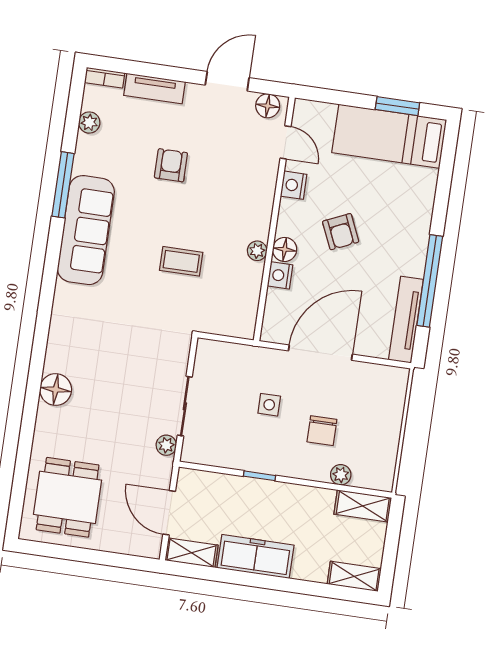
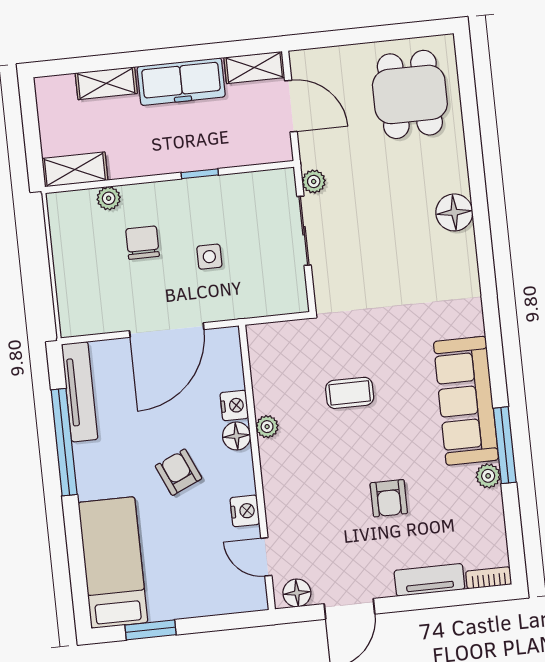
plant: (89, 123) -> (488, 476), moved
bed: (389, 136) -> (113, 563), moved, turned -90
shelving: (354, 576) -> (106, 83), moved

